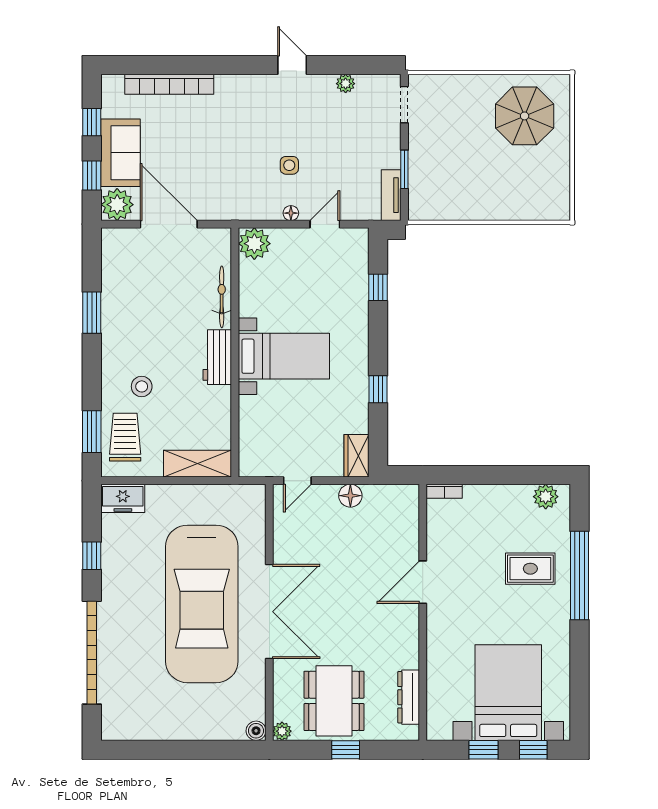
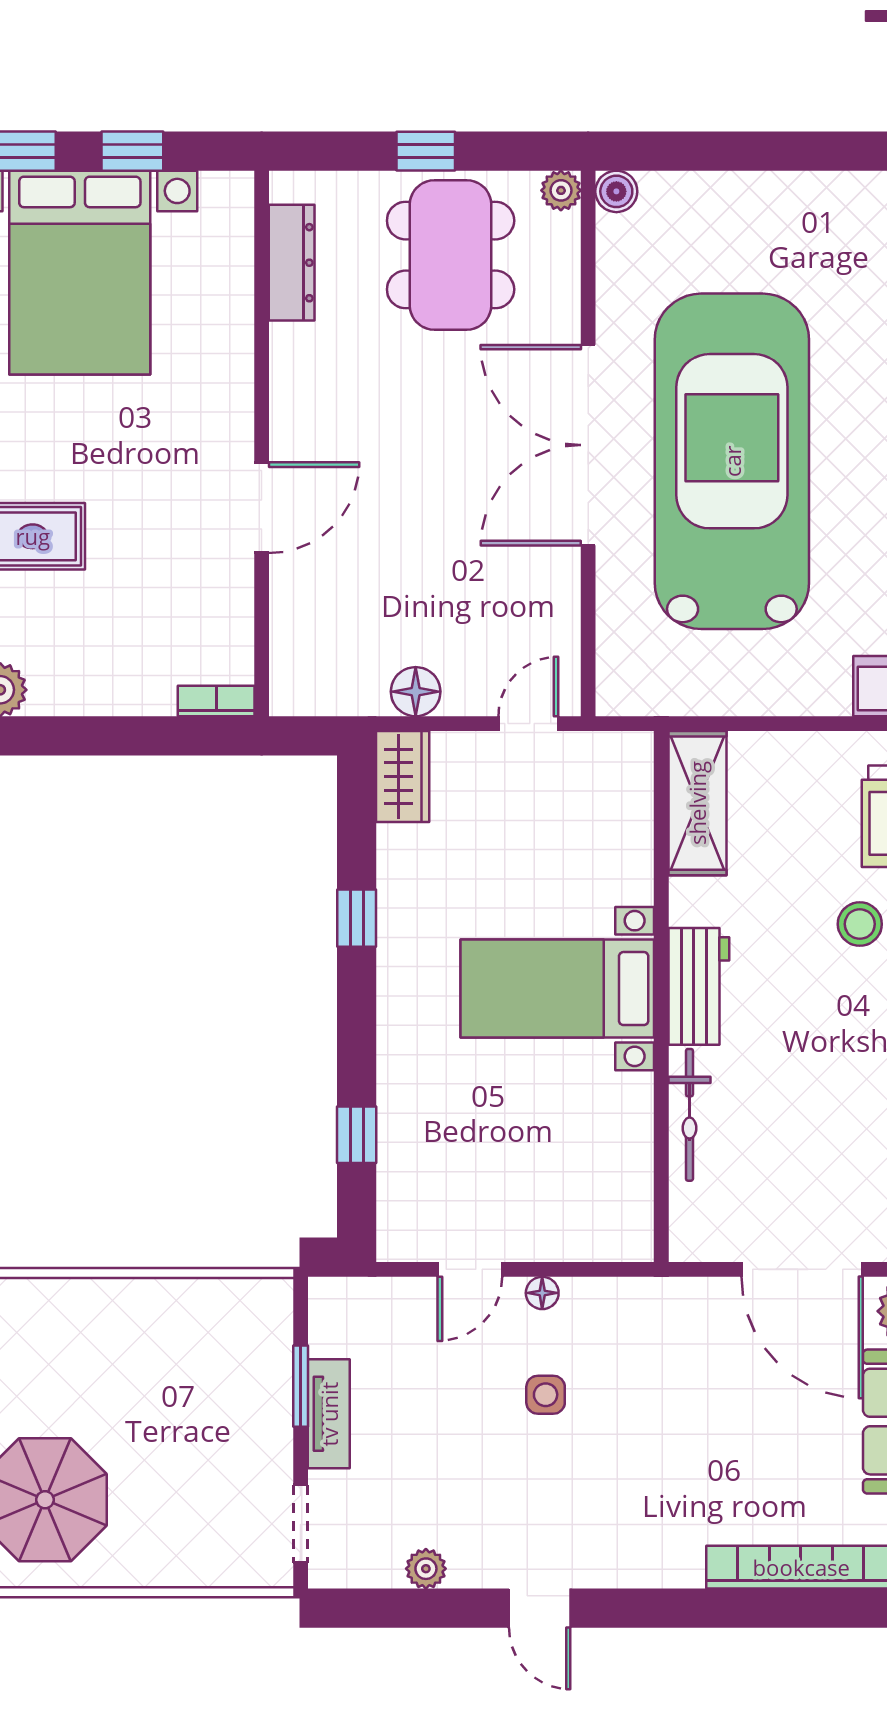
tv unit: (391, 195) -> (329, 1414), moved
plant: (254, 244) -> (620, 1228), removed
shelving: (198, 464) -> (697, 803), moved, turned 90

